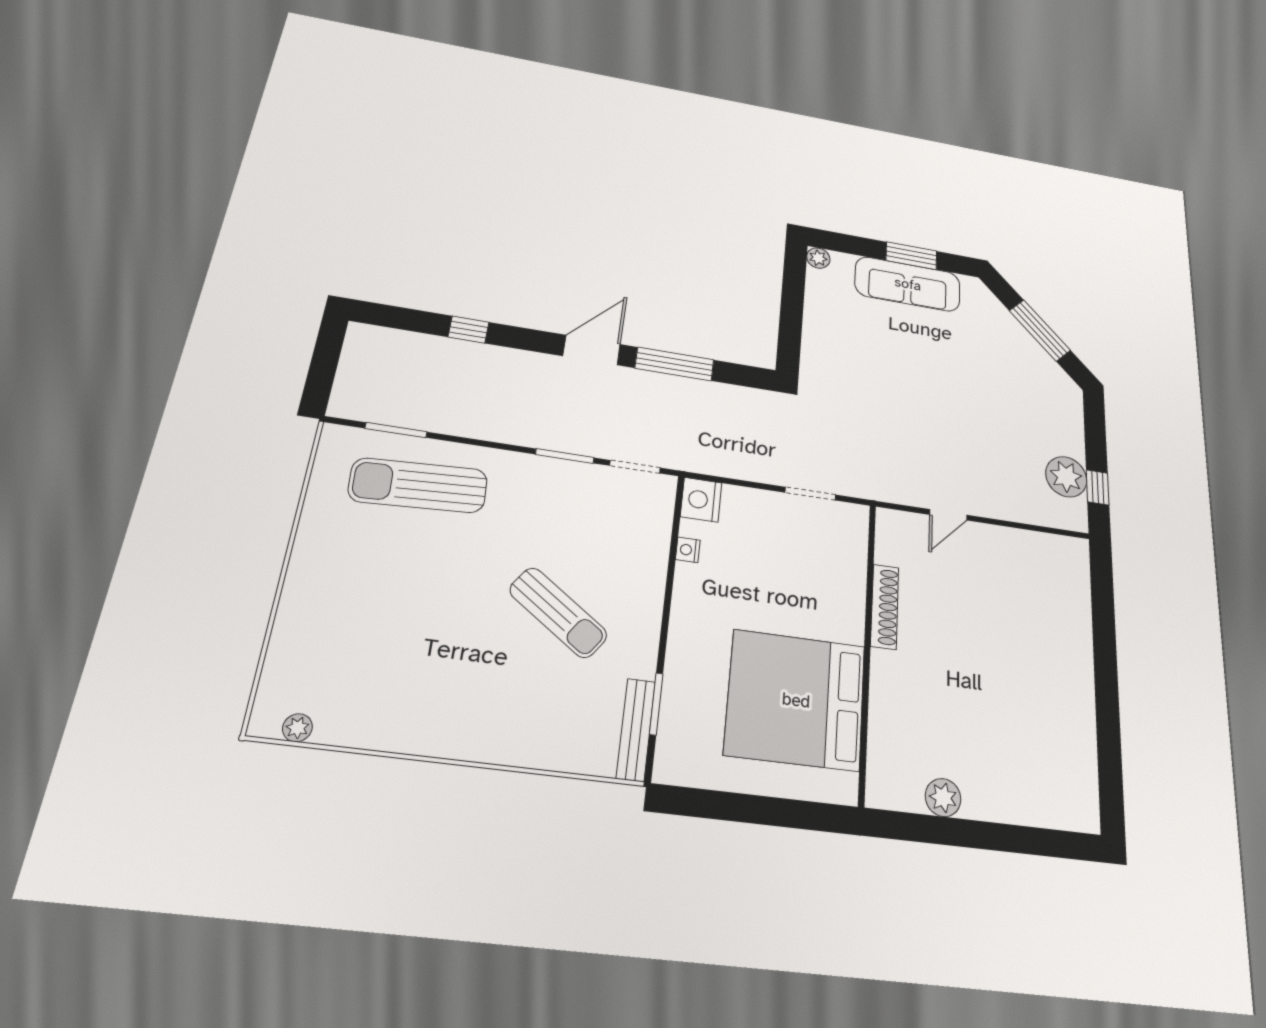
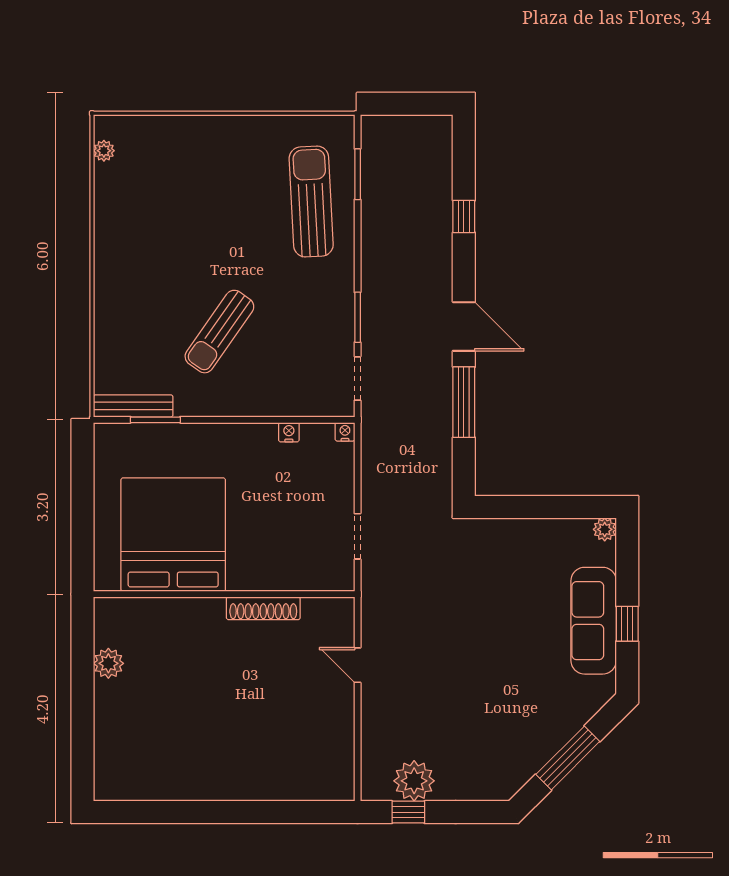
window: (911, 256) -> (627, 624), width x0.67
nightstand: (701, 500) -> (345, 432), width x0.53, depth x0.56

